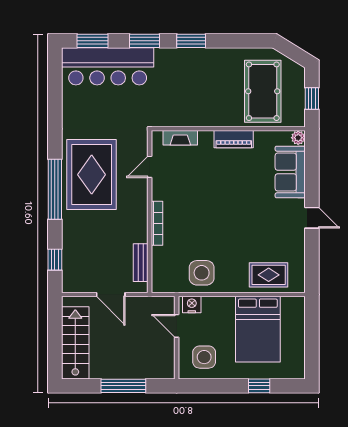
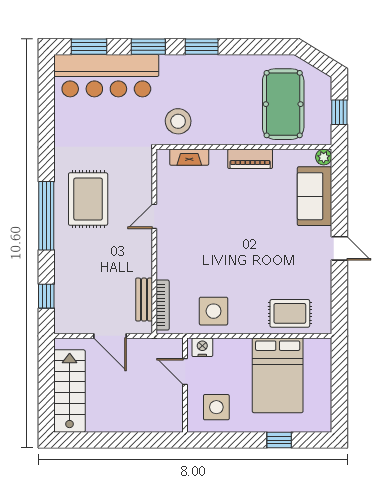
stool: (171, 106) -> (178, 121), added
door: (150, 167) -> (154, 216), moved
rug: (92, 175) -> (88, 199), width x0.73, depth x0.69
bookcase: (157, 223) -> (163, 305), moved
window: (123, 386) -> (124, 440), removed

